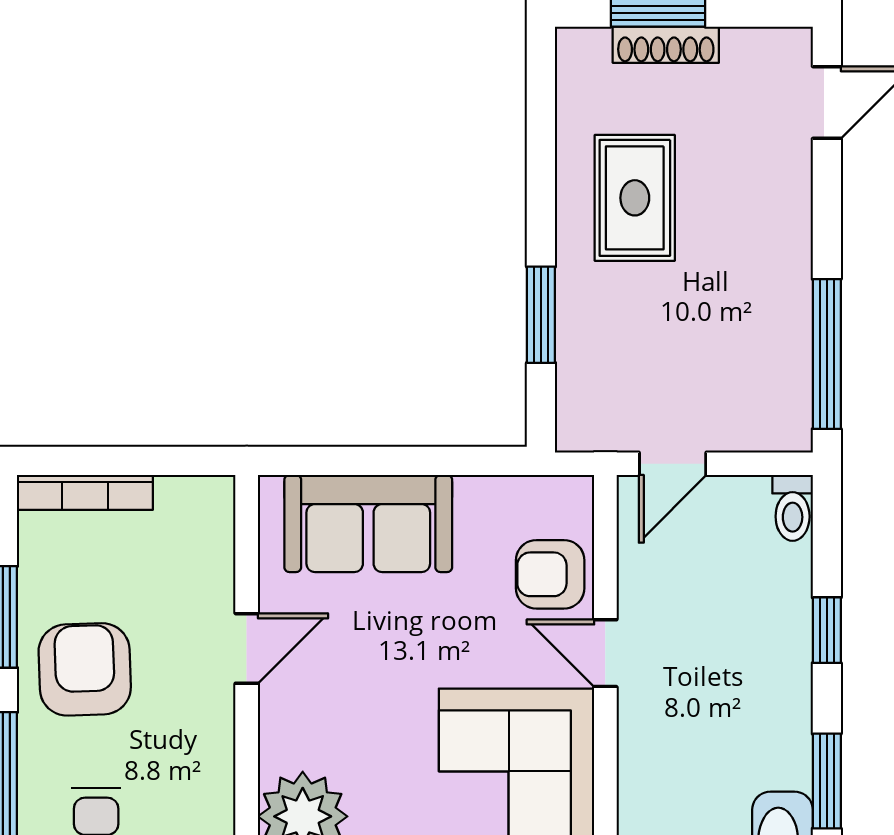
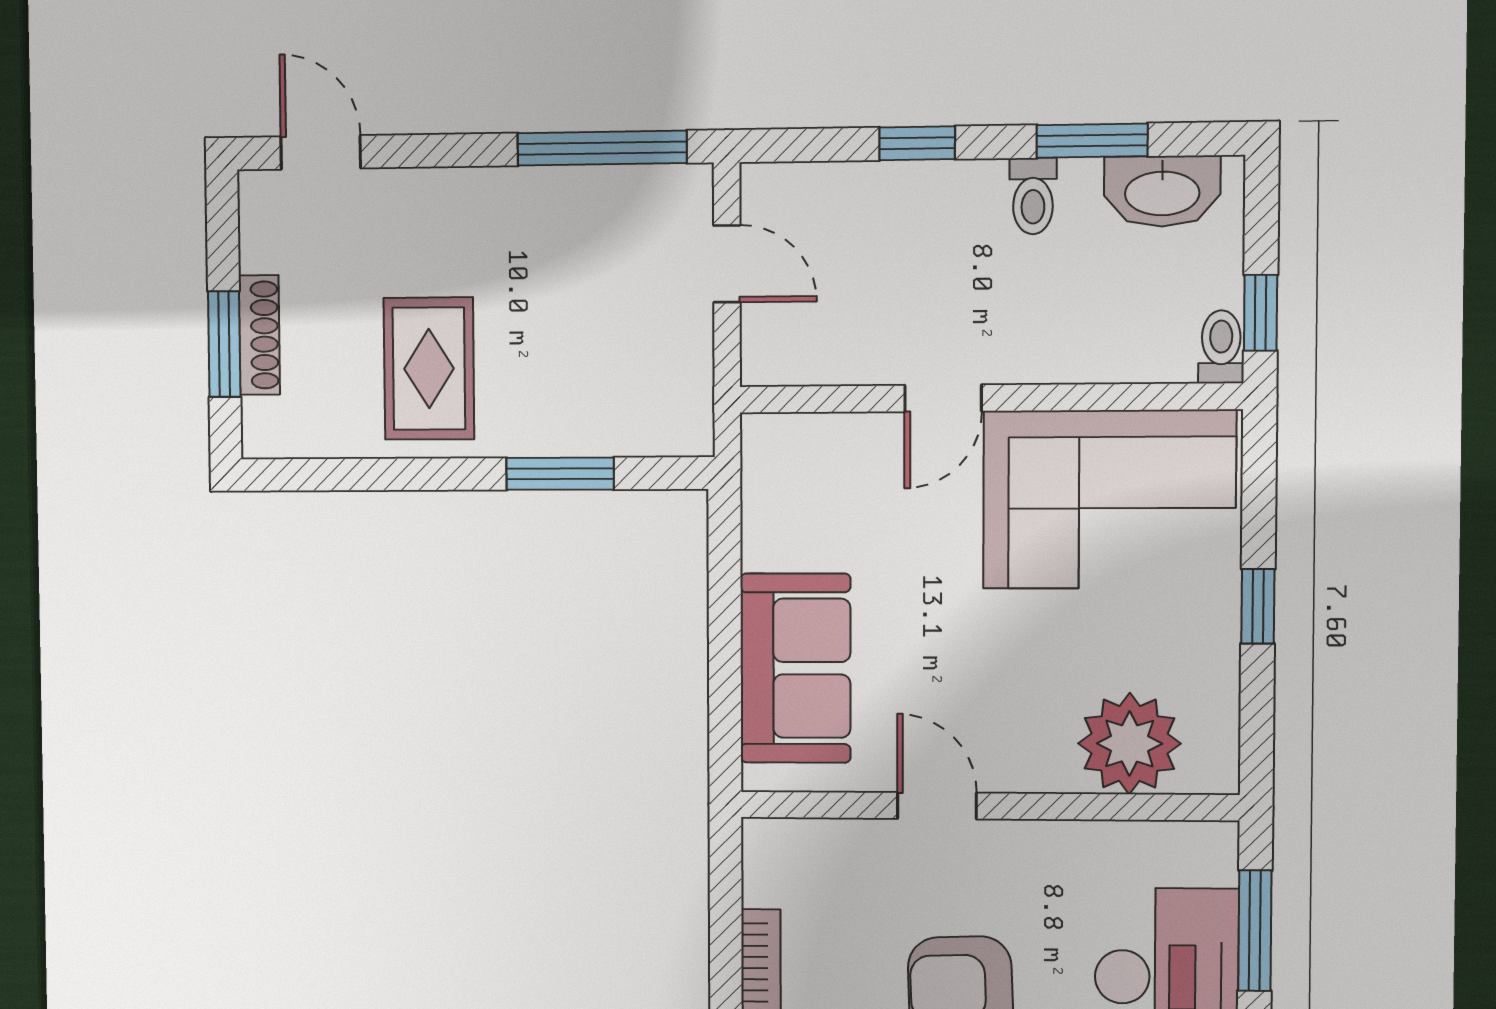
rug: (635, 198) -> (429, 369), turned 90
door: (673, 464) -> (727, 264), moved
toilet: (793, 508) -> (1033, 196), moved, turned 90
armchair: (550, 574) -> (853, 462), removed

